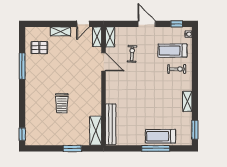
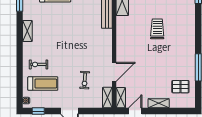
door: (104, 62) -> (114, 72), swing flipped

